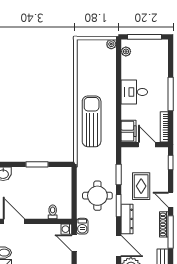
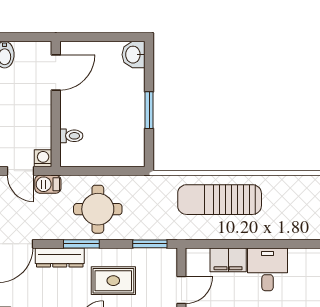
sun lounger: (92, 121) -> (220, 200), turned 180
filing cabinet: (128, 131) -> (228, 260), moved
window: (119, 175) -> (150, 244), moved
door: (74, 243) -> (21, 171), swing flipped

